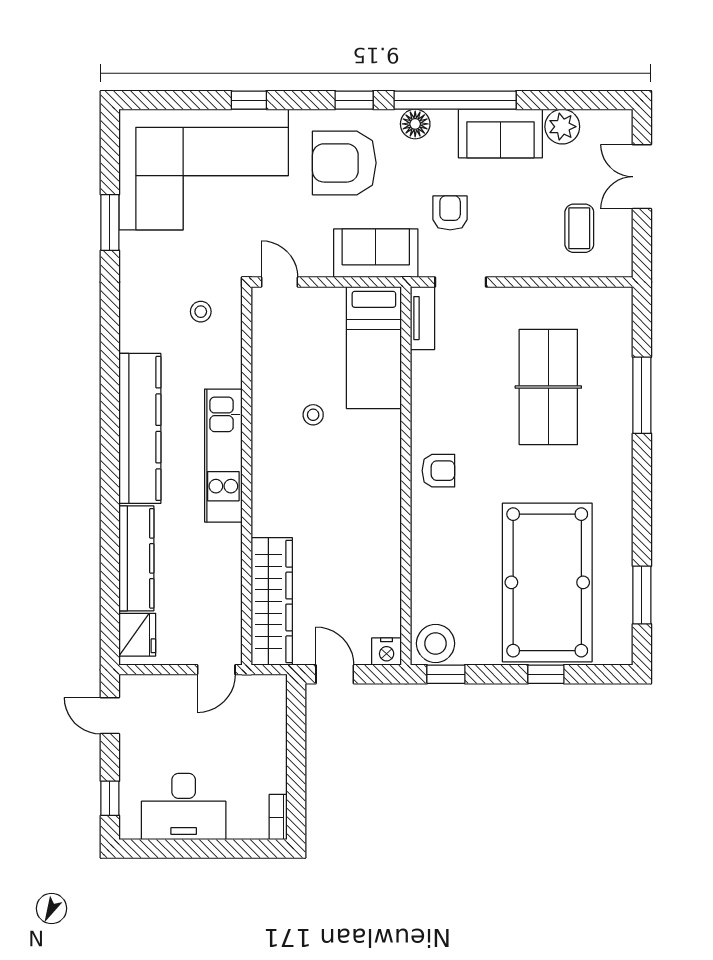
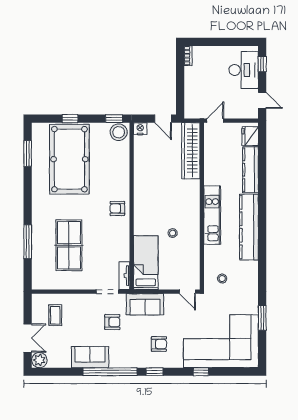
floor lamp: (415, 124) -> (128, 361), removed
plant: (562, 127) -> (39, 360), moved
armchair: (344, 163) -> (159, 344), width x0.53, depth x0.53
armchair: (450, 213) -> (112, 322), turned -90
desk: (184, 806) -> (244, 70), moved, turned 90

